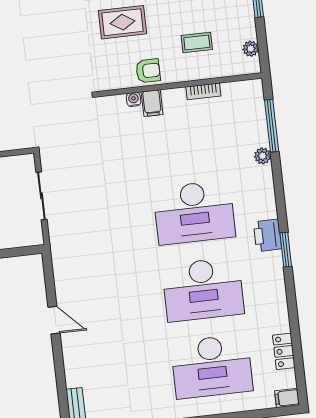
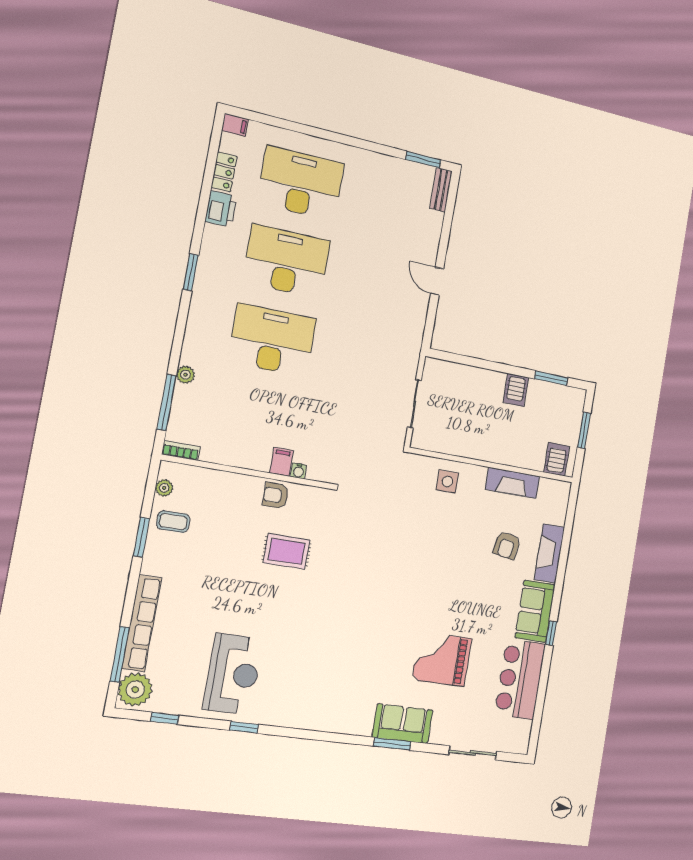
coffee table: (197, 42) -> (173, 522), moved
bookcase: (203, 91) -> (181, 450), moved
printer: (267, 235) -> (221, 209), moved

